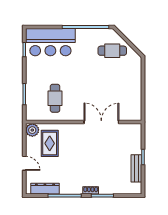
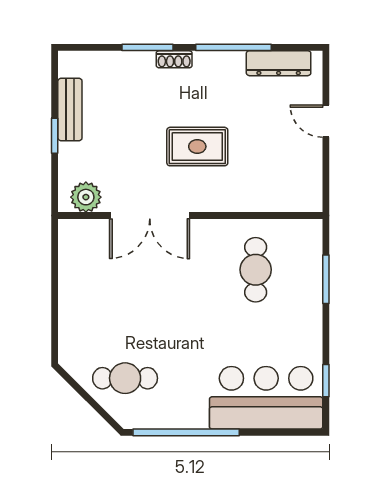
plant: (32, 130) -> (86, 197), moved
rug: (50, 143) -> (197, 147), moved, turned 90

